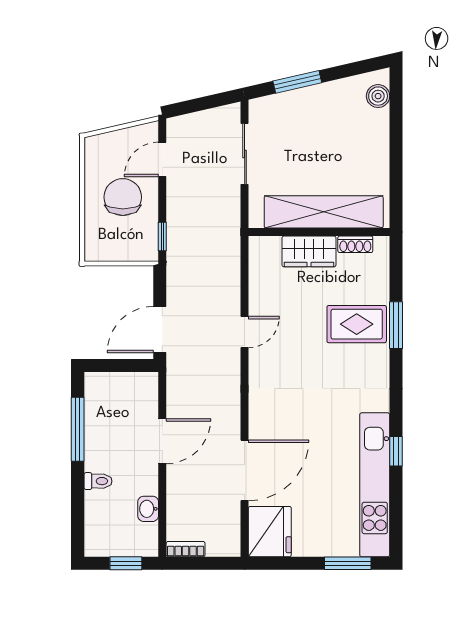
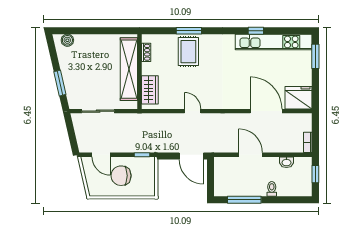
wardrobe: (309, 251) -> (150, 90), moved

